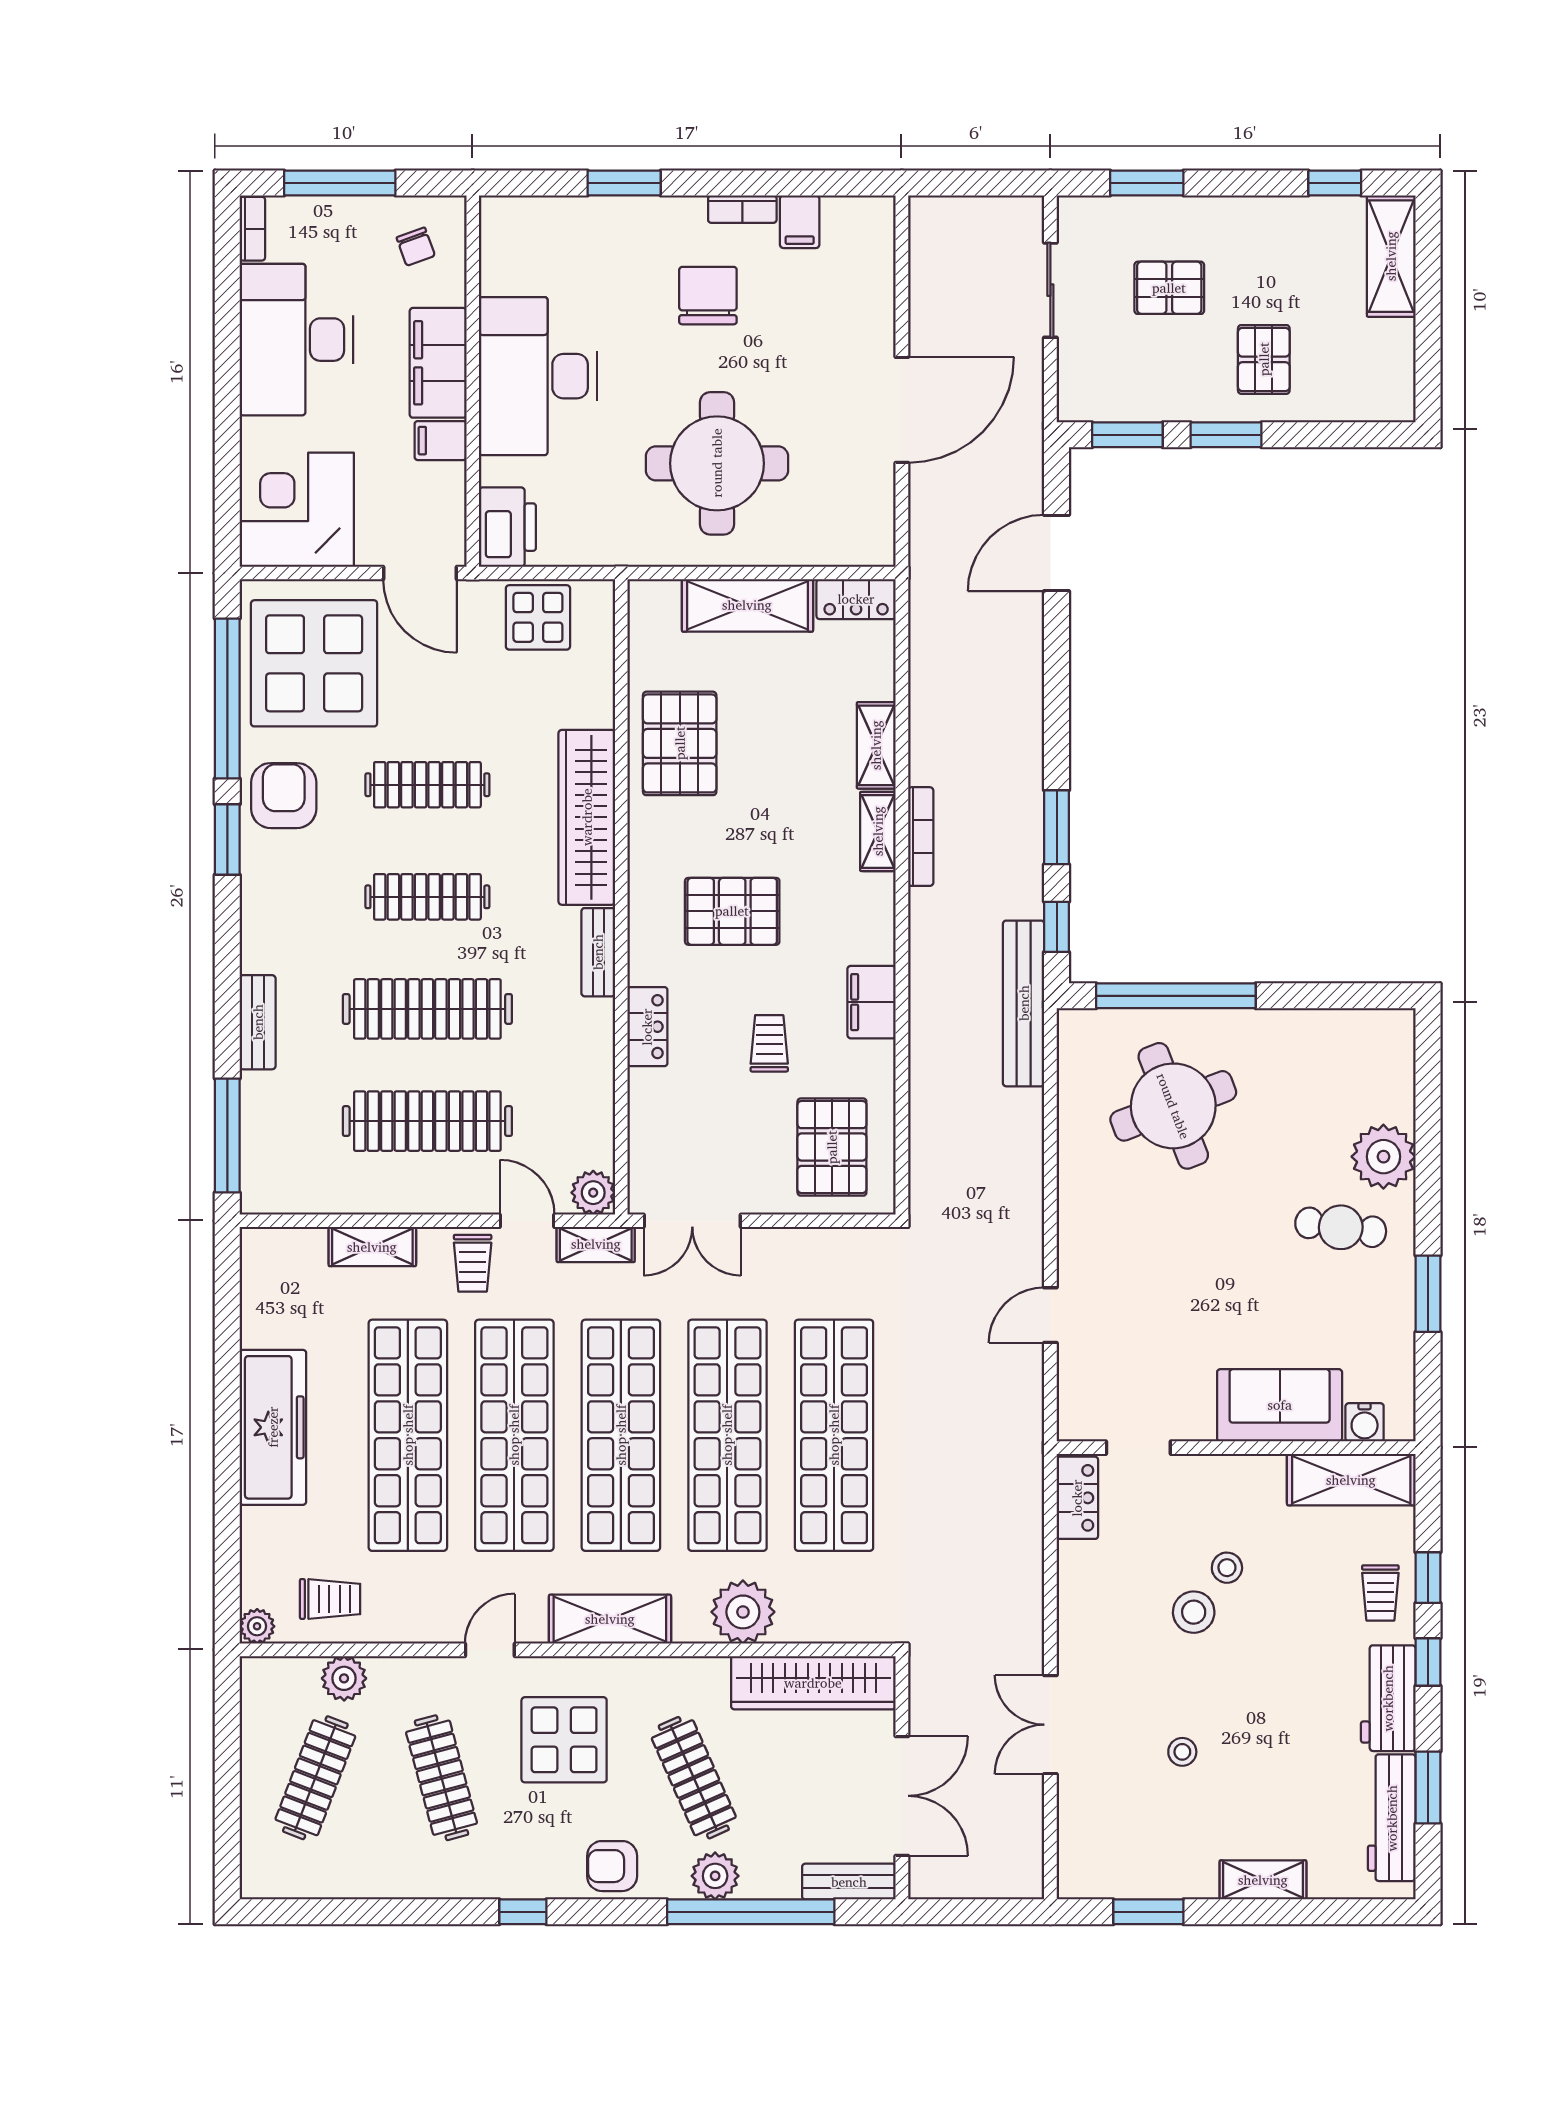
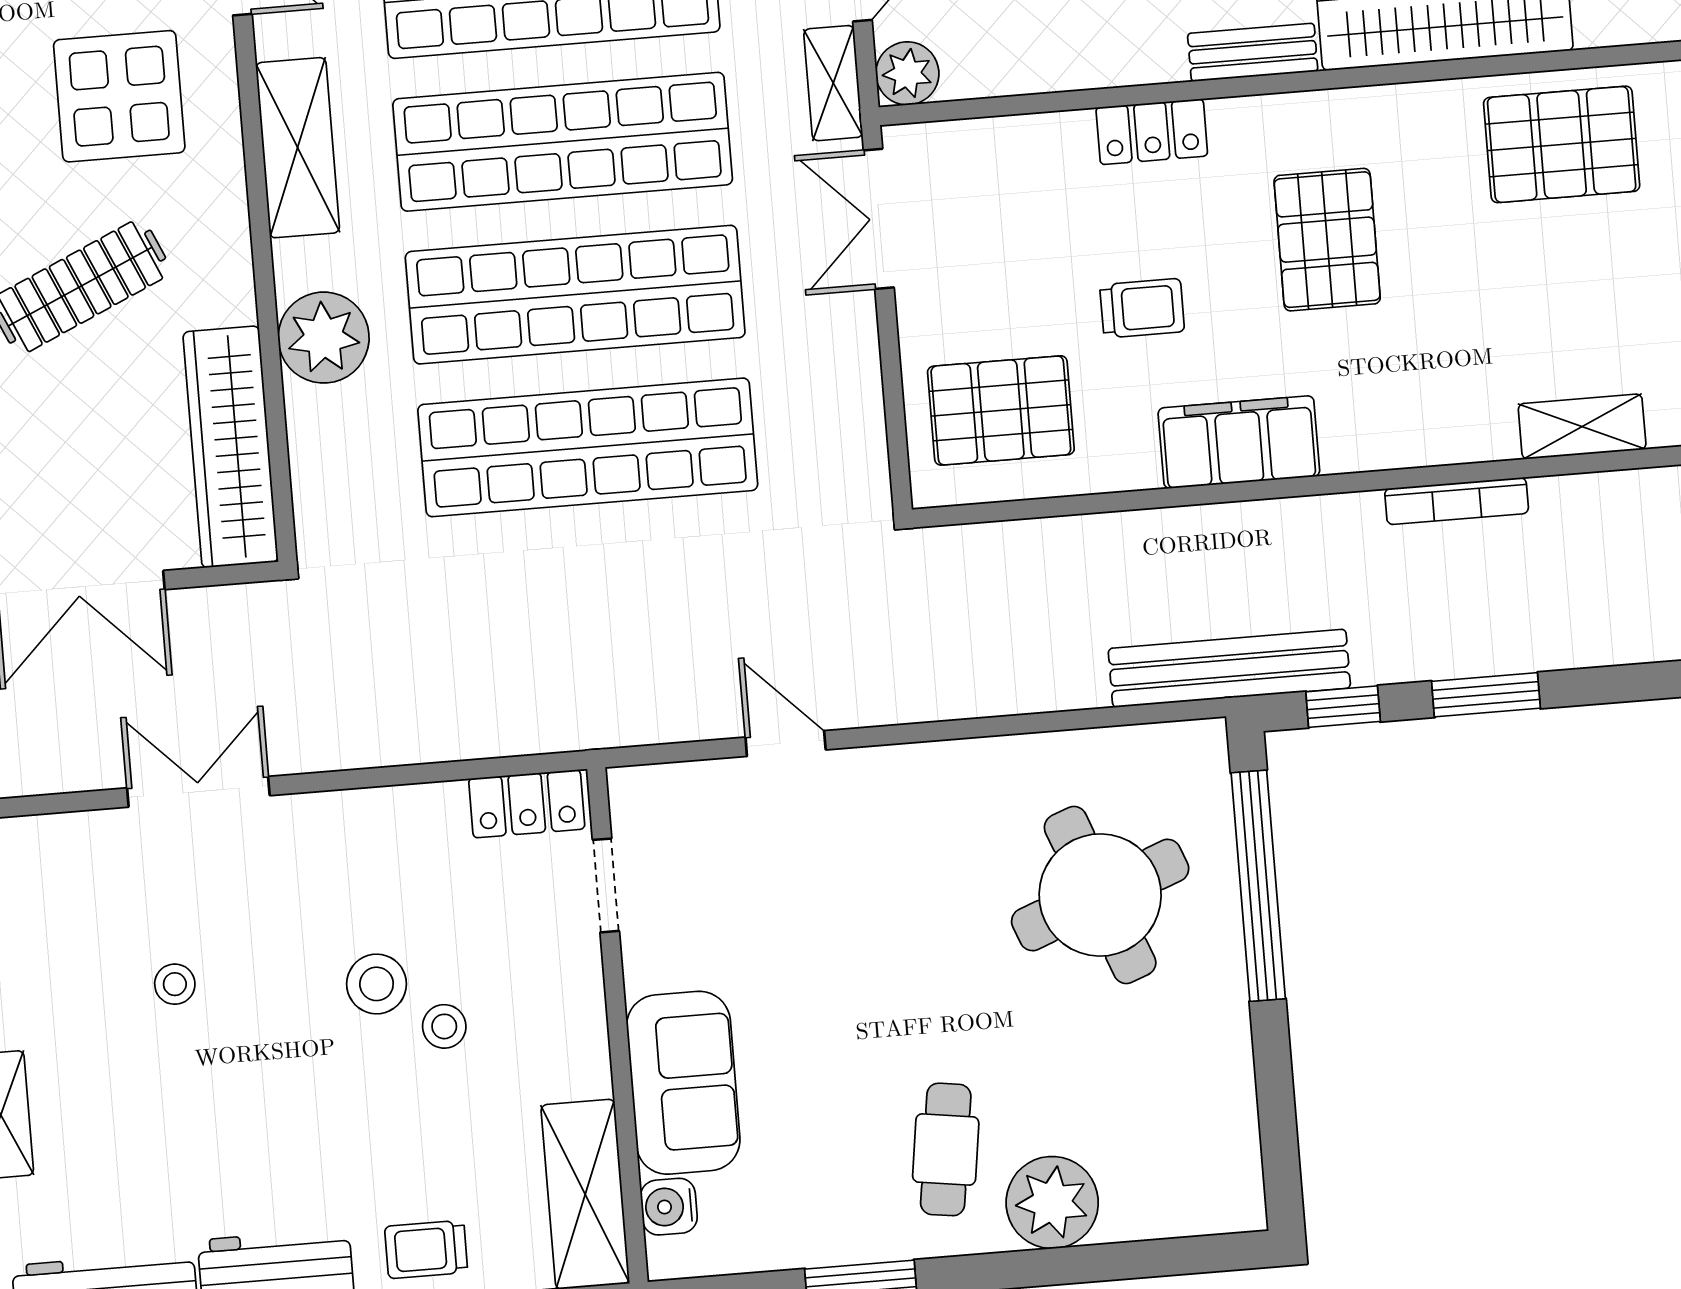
shelving: (878, 831) -> (1459, 439), removed
filing cabinet: (872, 1002) -> (1239, 442), width x1.50, depth x1.17

